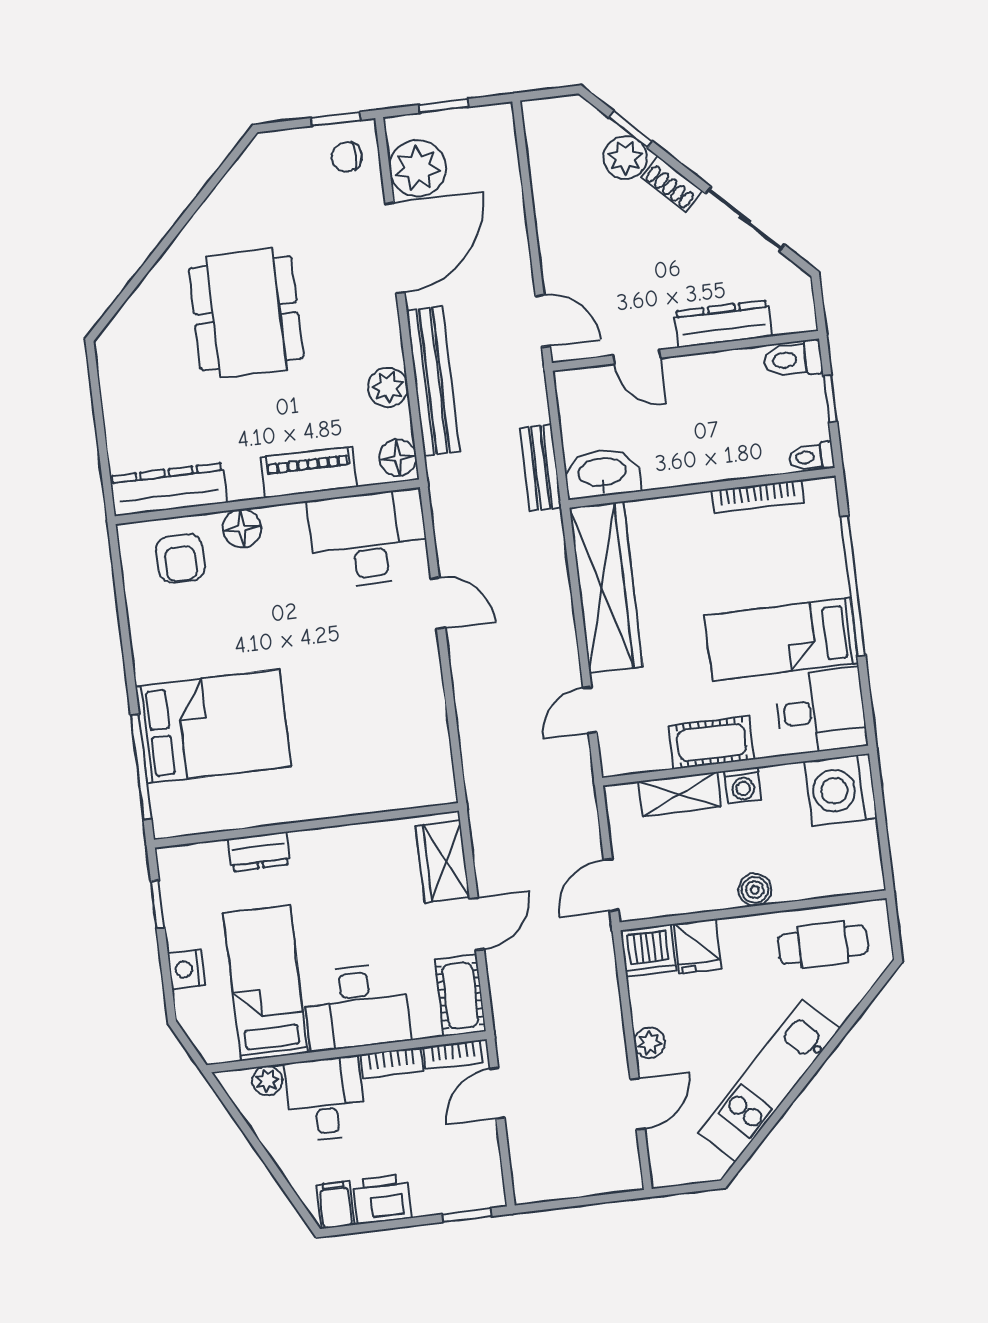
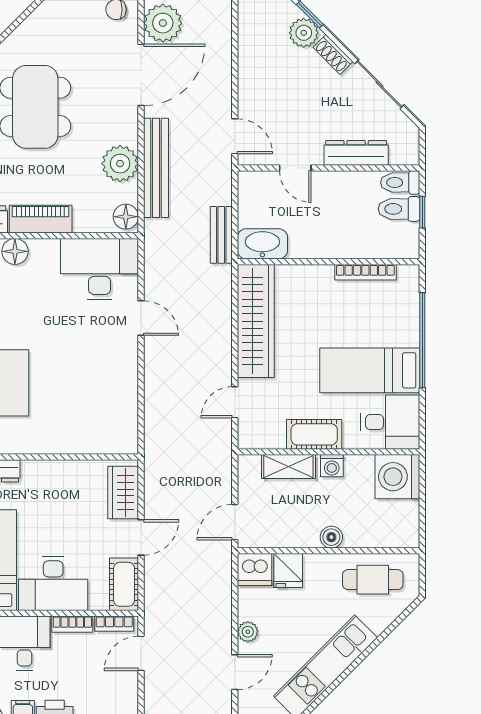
plant: (388, 387) -> (120, 164), width x1.36, depth x1.36
toilet: (811, 457) -> (399, 209), moved, width x1.37, depth x1.39
piano: (309, 472) -> (41, 219), moved

